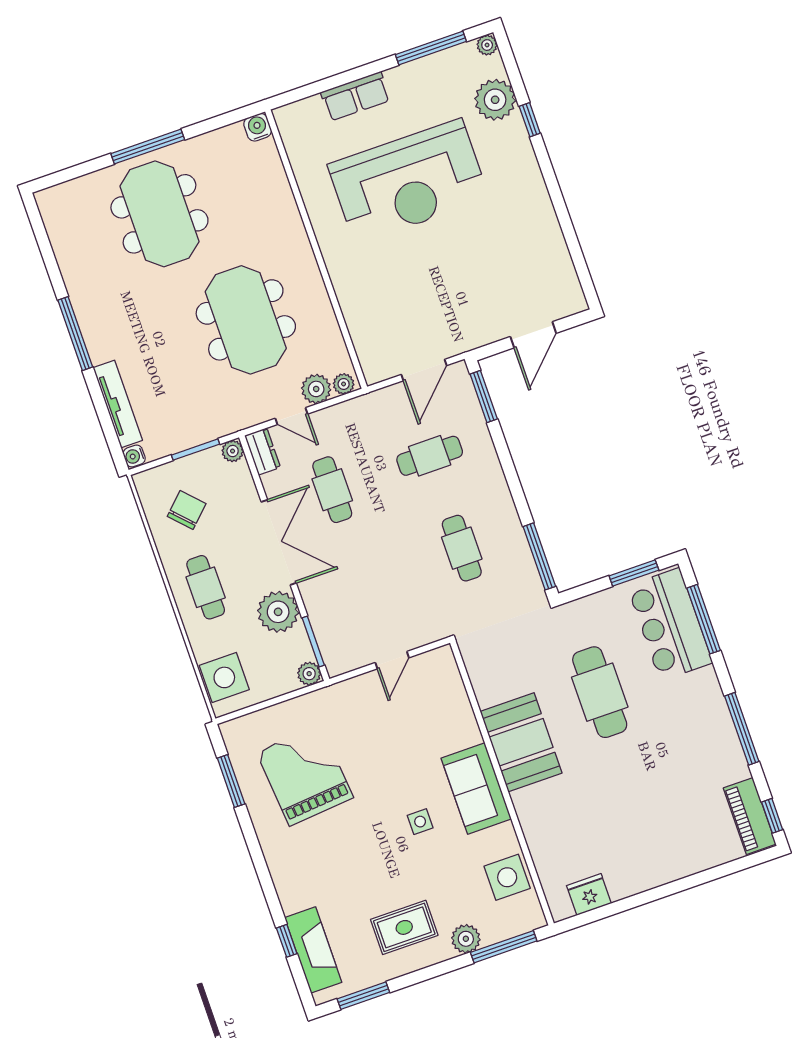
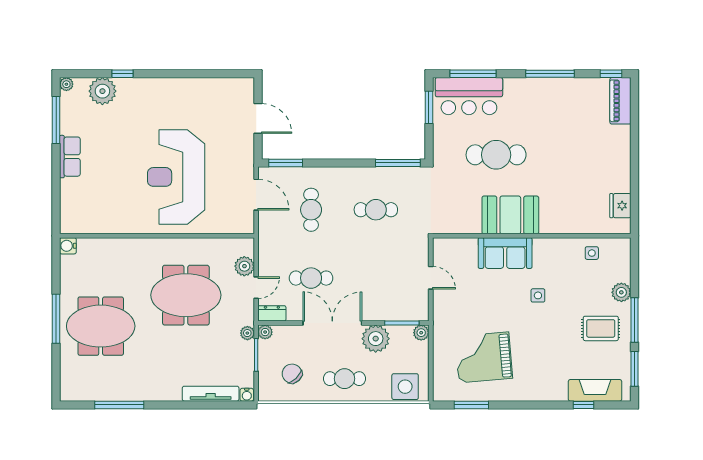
row of seats: (356, 96) -> (70, 157), moved
reception desk: (408, 182) -> (176, 177), moved, turned 180
window: (75, 334) -> (119, 405), moved
plant: (344, 384) -> (247, 333), moved
sofa: (476, 789) -> (505, 253), moved
piano: (750, 816) -> (620, 101), moved, turned 90
side table: (507, 877) -> (592, 253), width x0.54, depth x0.54
rug: (404, 927) -> (601, 328), turned 90
window: (504, 947) -> (635, 320), moved

